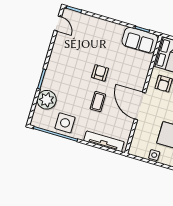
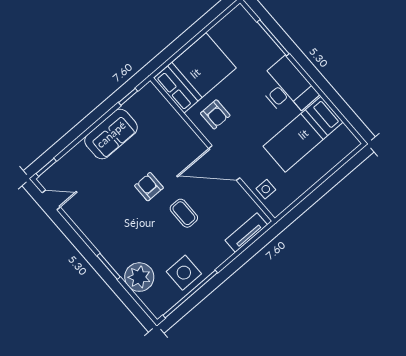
sofa: (140, 40) -> (111, 134), moved
tv unit: (104, 141) -> (246, 232), width x0.71
side table: (154, 155) -> (266, 189), moved

